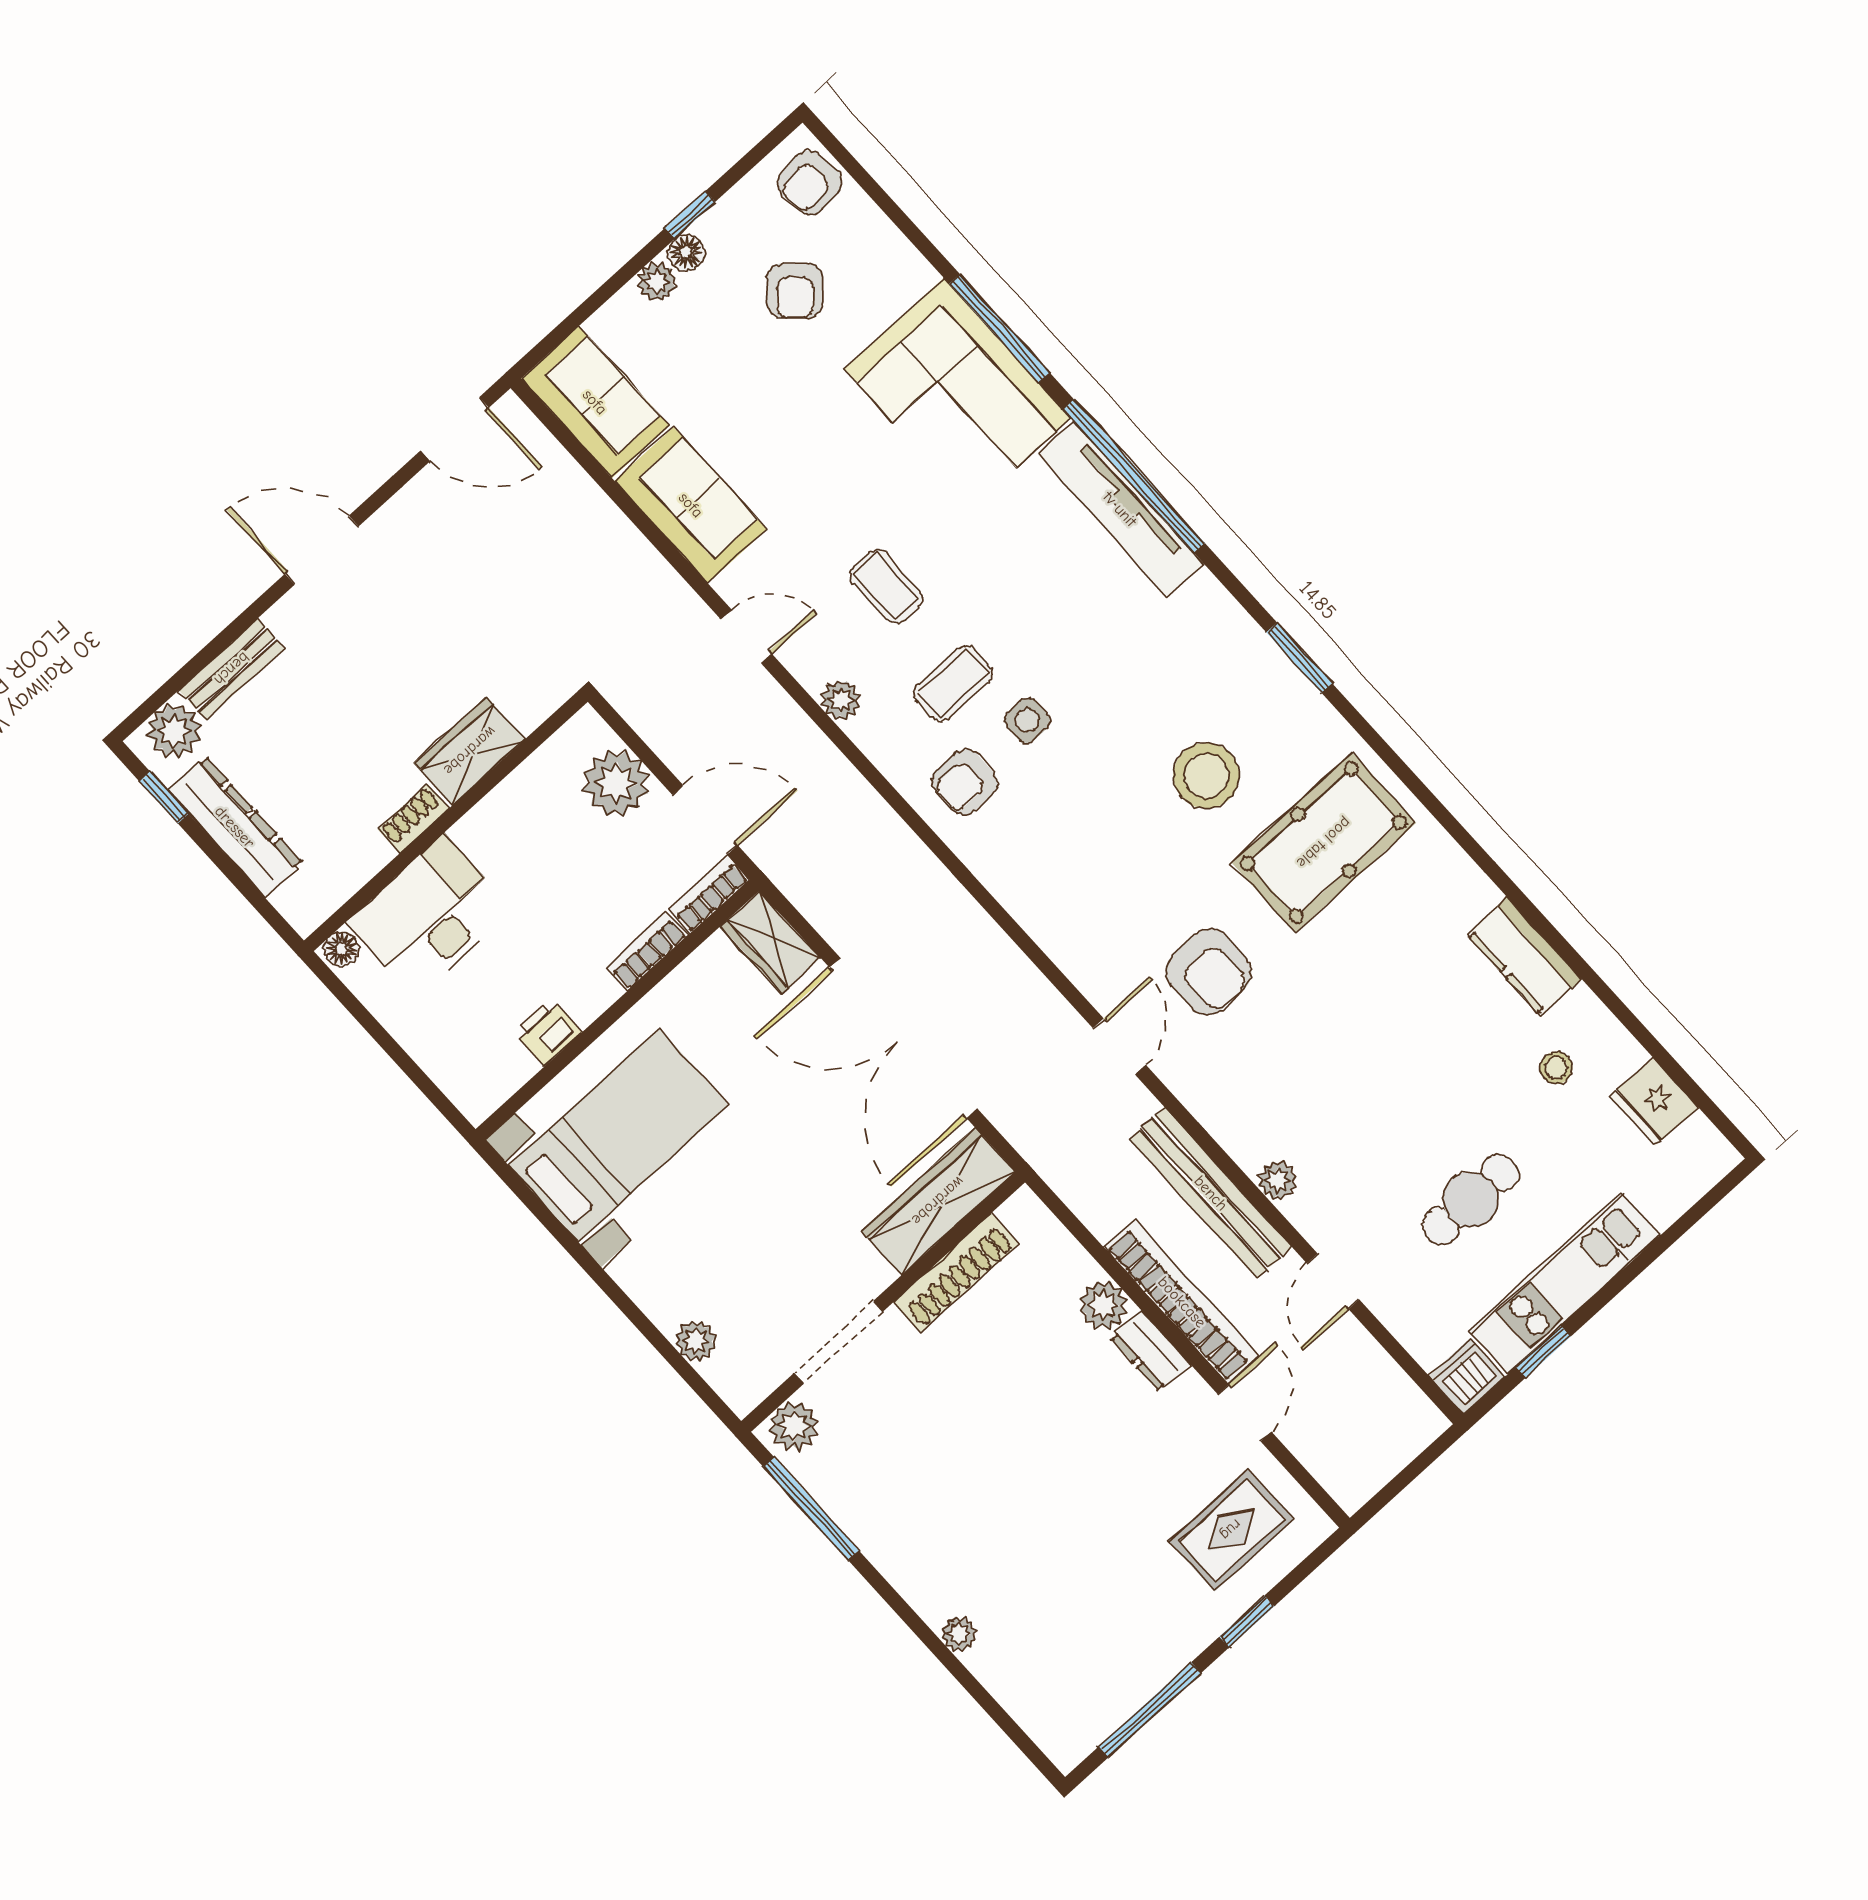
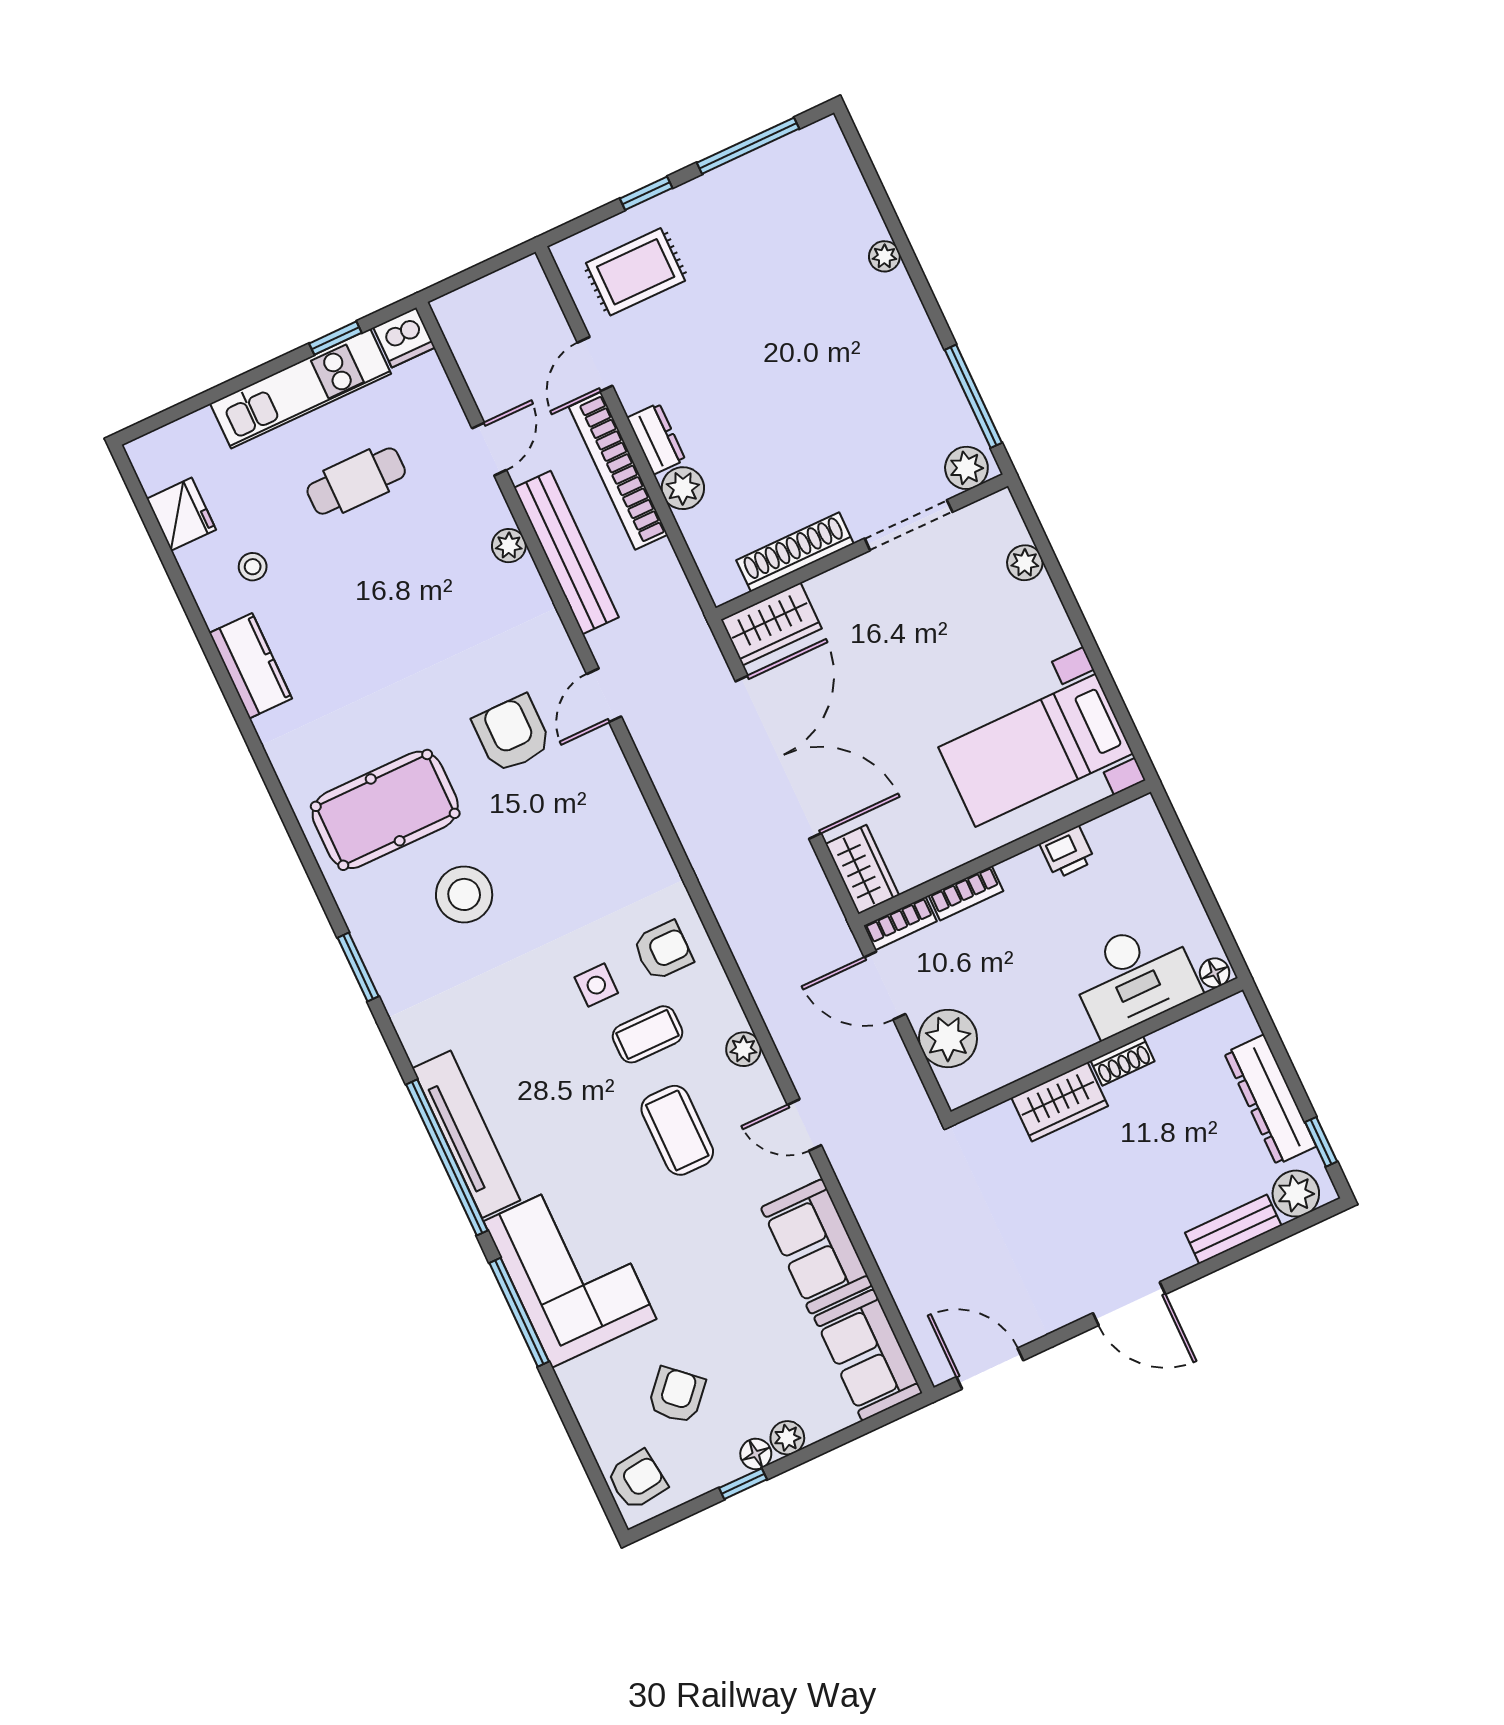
coffee table: (886, 586) -> (677, 1130), width x1.36, depth x1.30
wardrobe: (938, 1201) -> (771, 624), width x0.67

